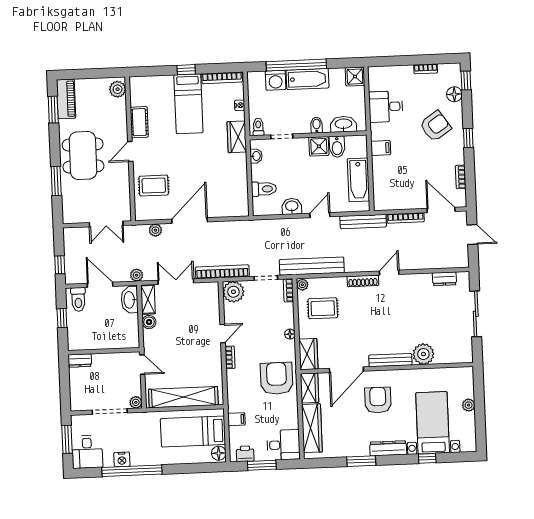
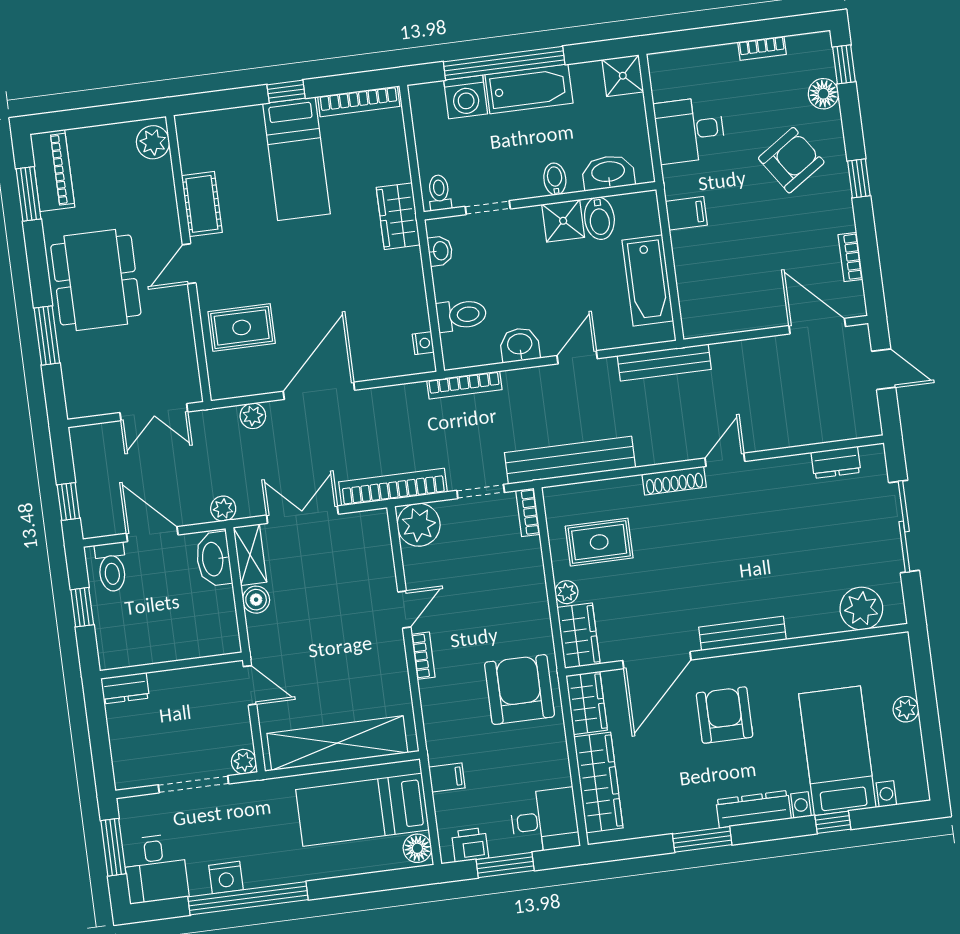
nightstand: (240, 105) -> (423, 343), moved
bookcase: (406, 218) -> (464, 385), moved
plant: (302, 285) -> (566, 592), moved
floor lamp: (290, 334) -> (538, 599), removed
plant: (423, 354) -> (861, 609), moved

